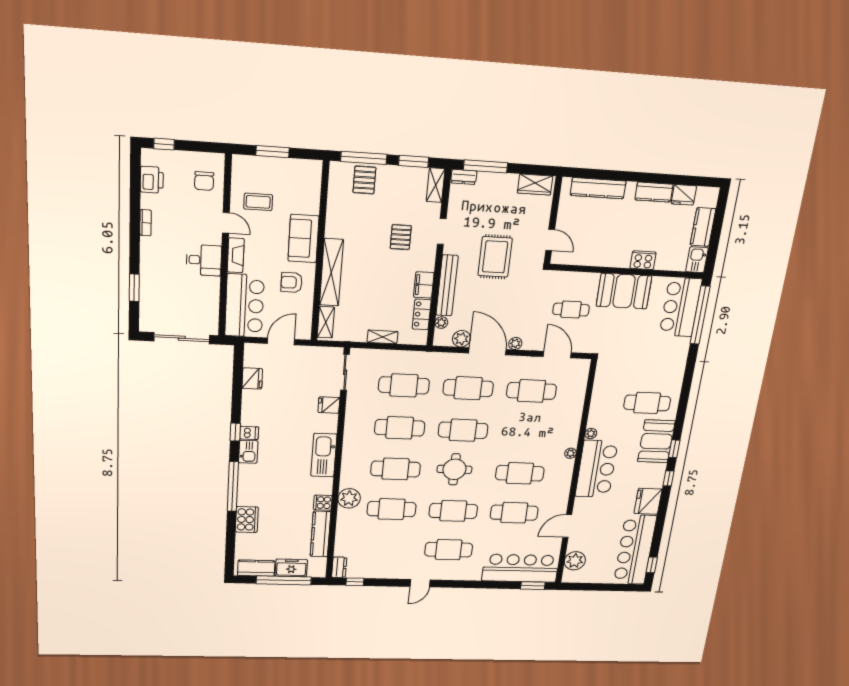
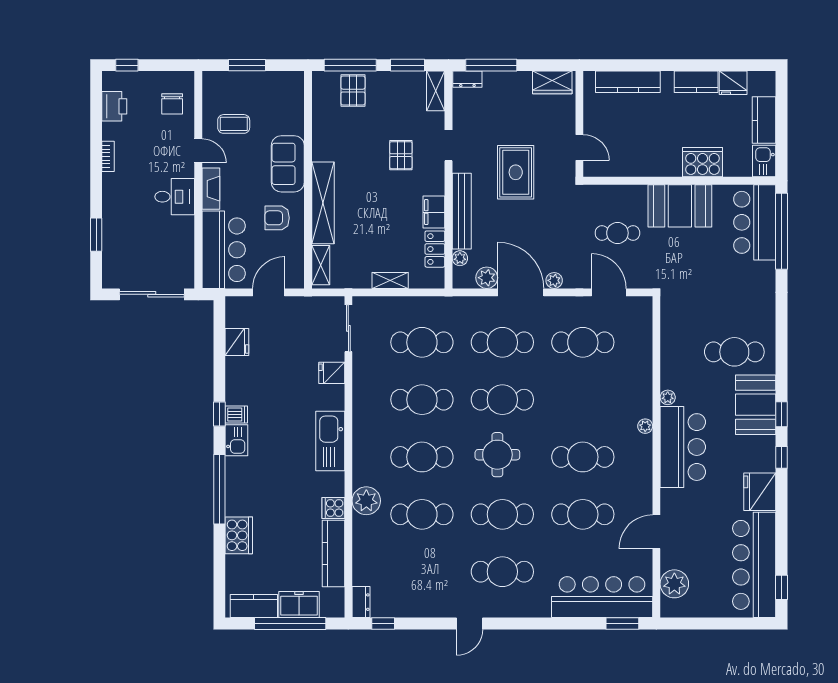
cooker: (643, 260) -> (702, 162), width x1.37, depth x1.31

